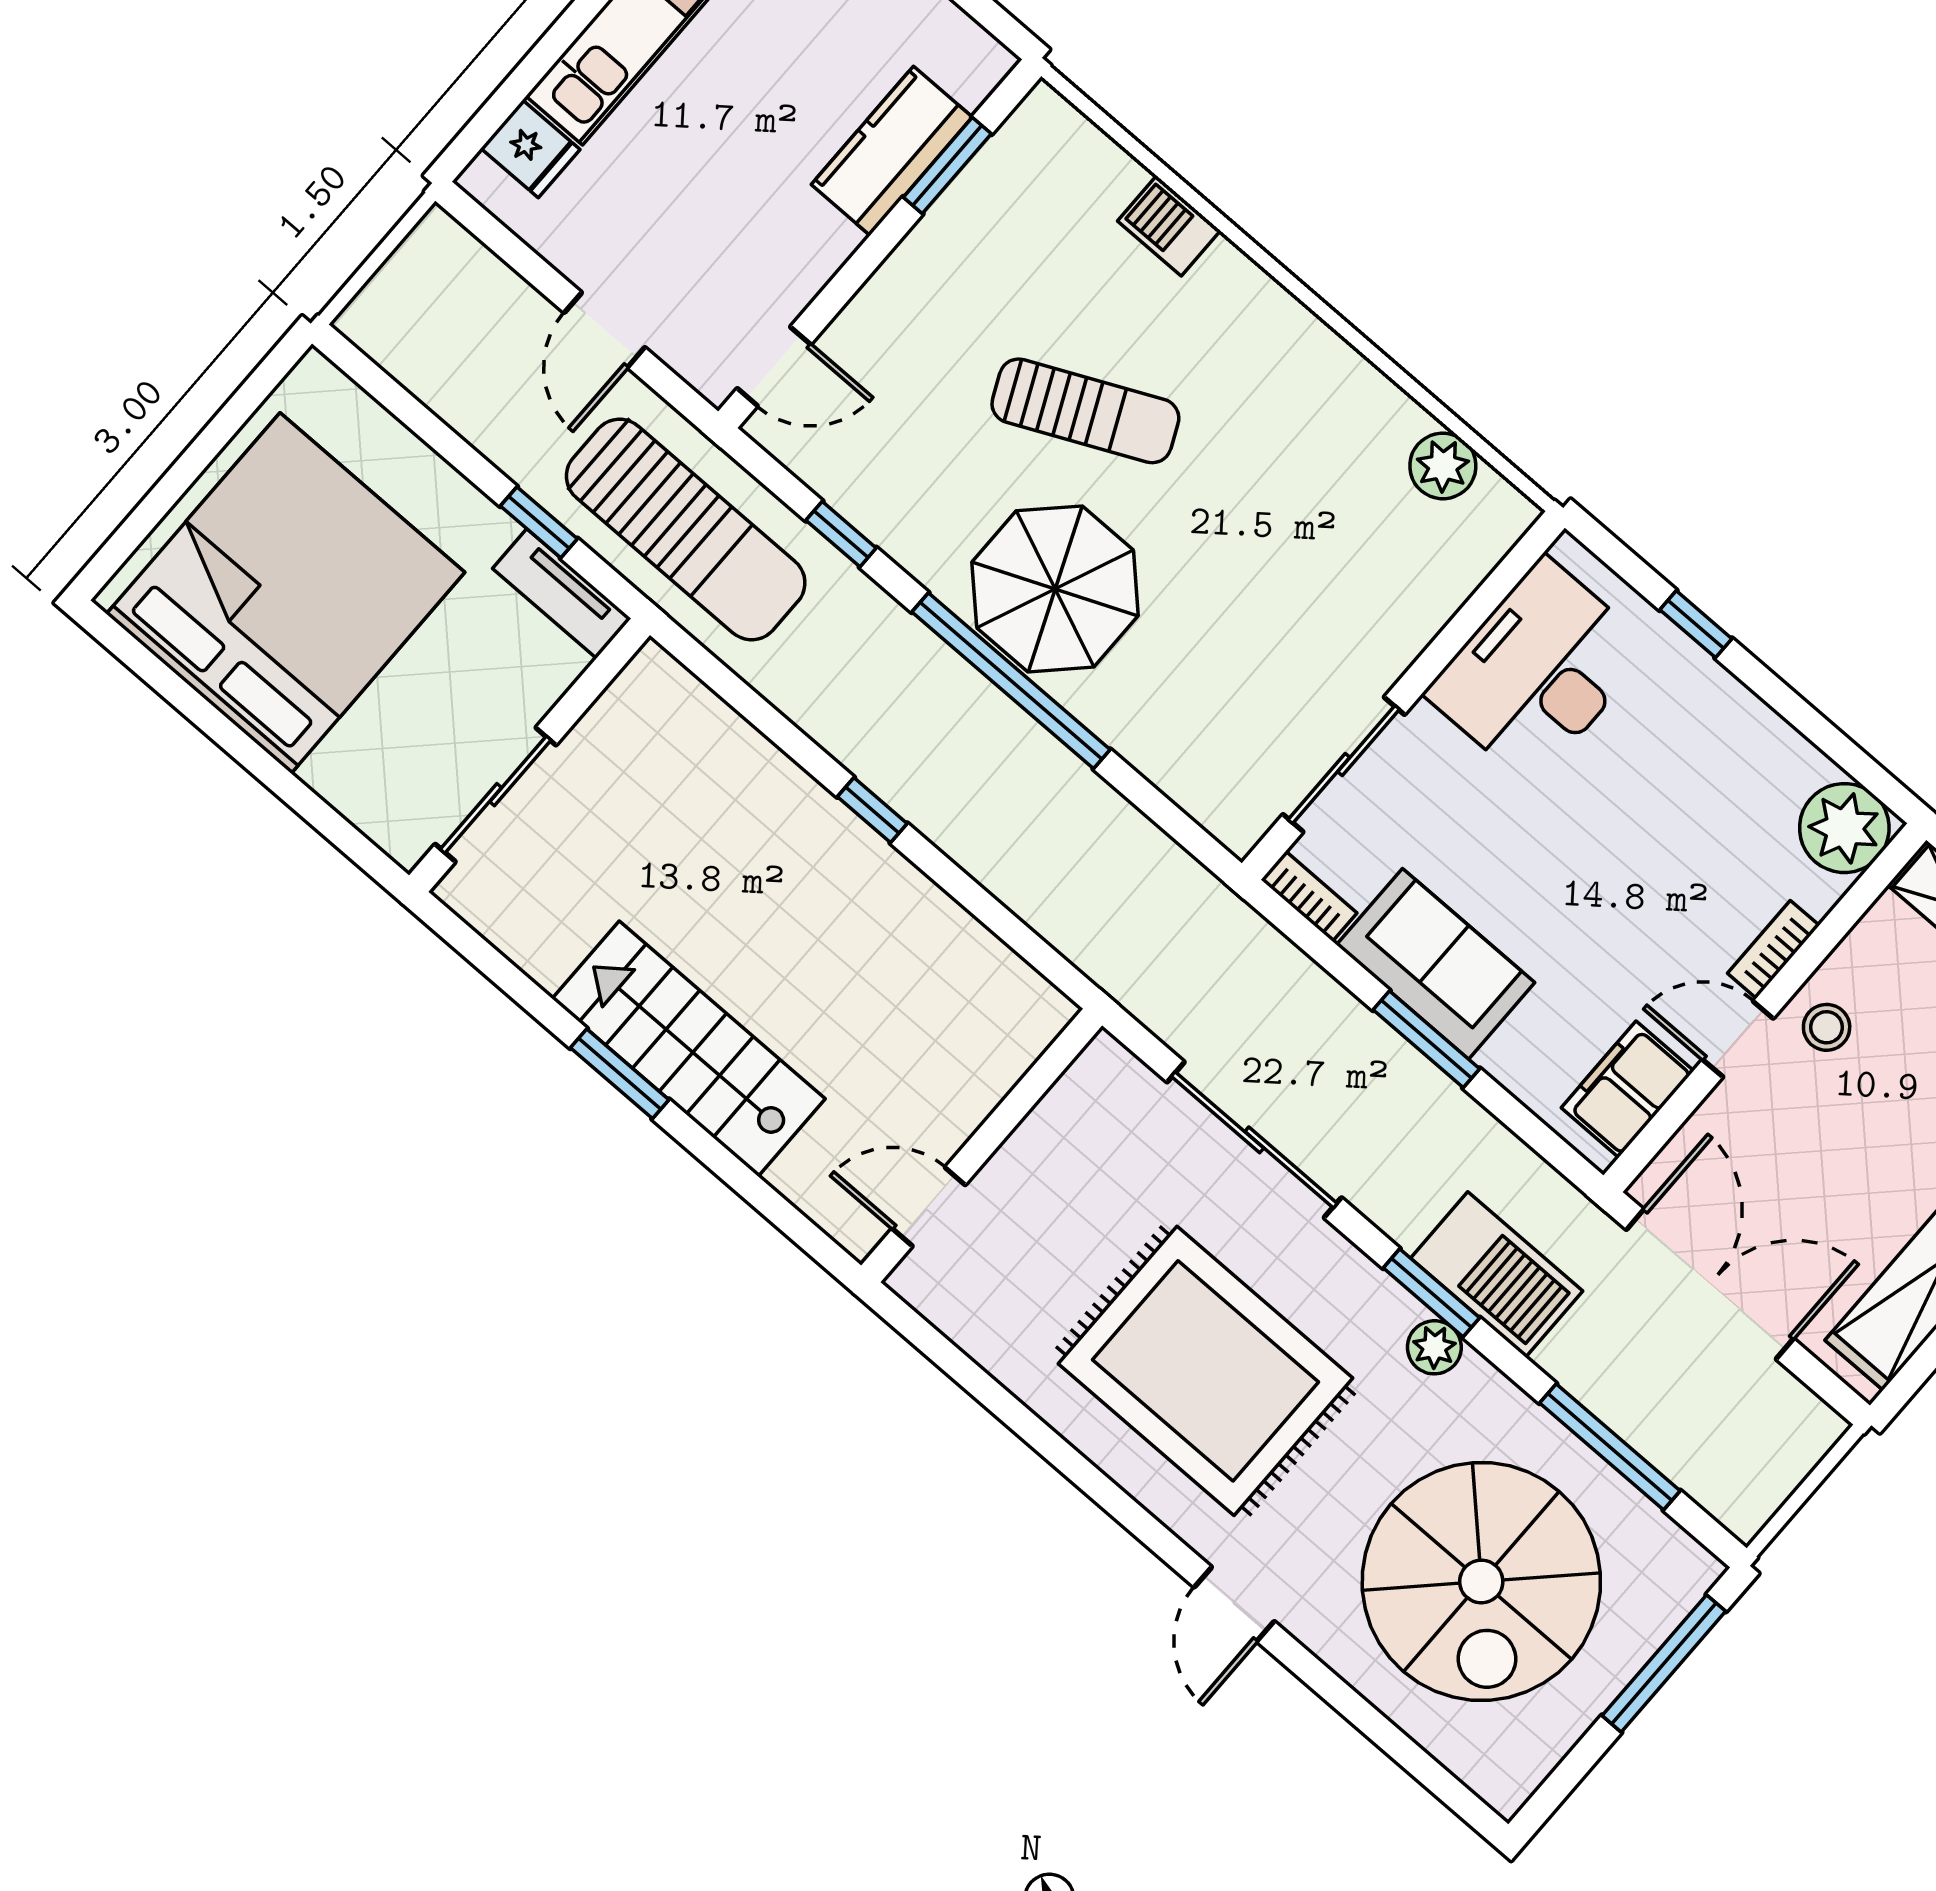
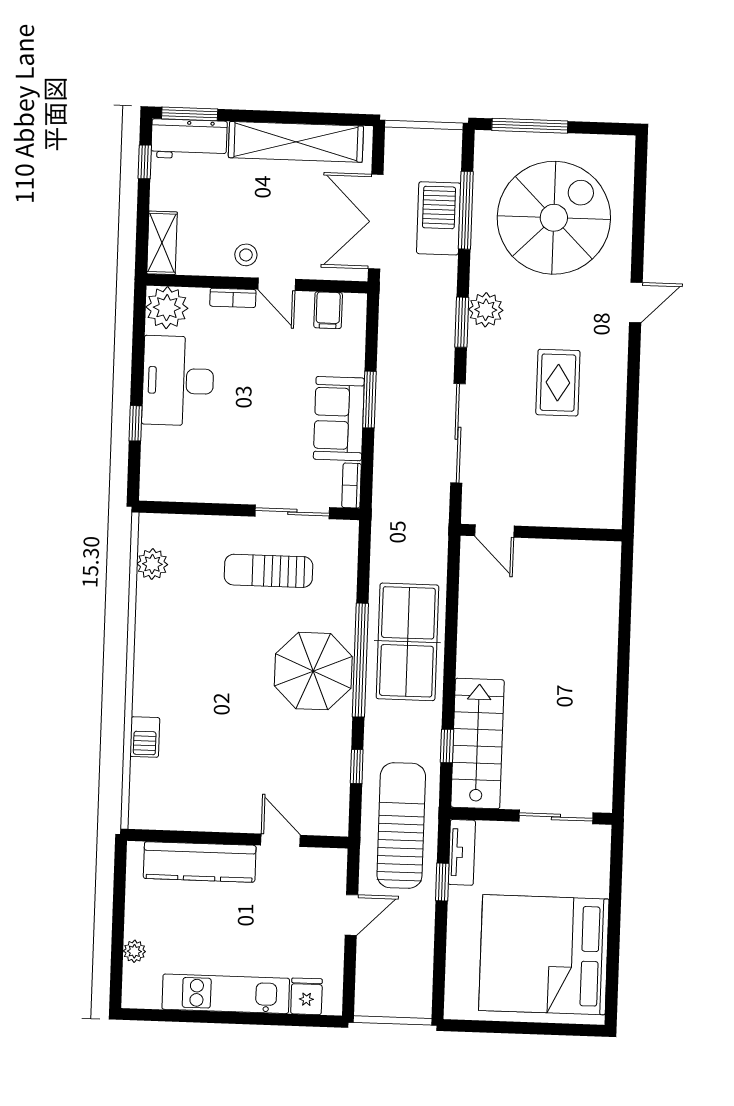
kitchen counter: (892, 151) -> (200, 862), width x1.50
window: (947, 166) -> (189, 837), removed
door: (774, 366) -> (280, 840), moved
sun lounger: (1085, 411) -> (268, 571), moved, turned -65
desk: (1538, 671) -> (178, 381), moved, turned 90
table tennis table: (979, 782) -> (407, 642), added
window: (872, 810) -> (447, 746), moved
stairs: (689, 1049) -> (478, 744), moved, turned 180
window: (620, 1074) -> (622, 688), removed
filing cabinet: (1627, 1089) -> (328, 310), width x0.50
door: (929, 1207) -> (494, 531), moved
barbecue: (1497, 1275) -> (439, 218), moved
plant: (1434, 1347) -> (486, 310), width x1.38, depth x1.38
rug: (1206, 1371) -> (558, 383), width x0.54, depth x0.49

